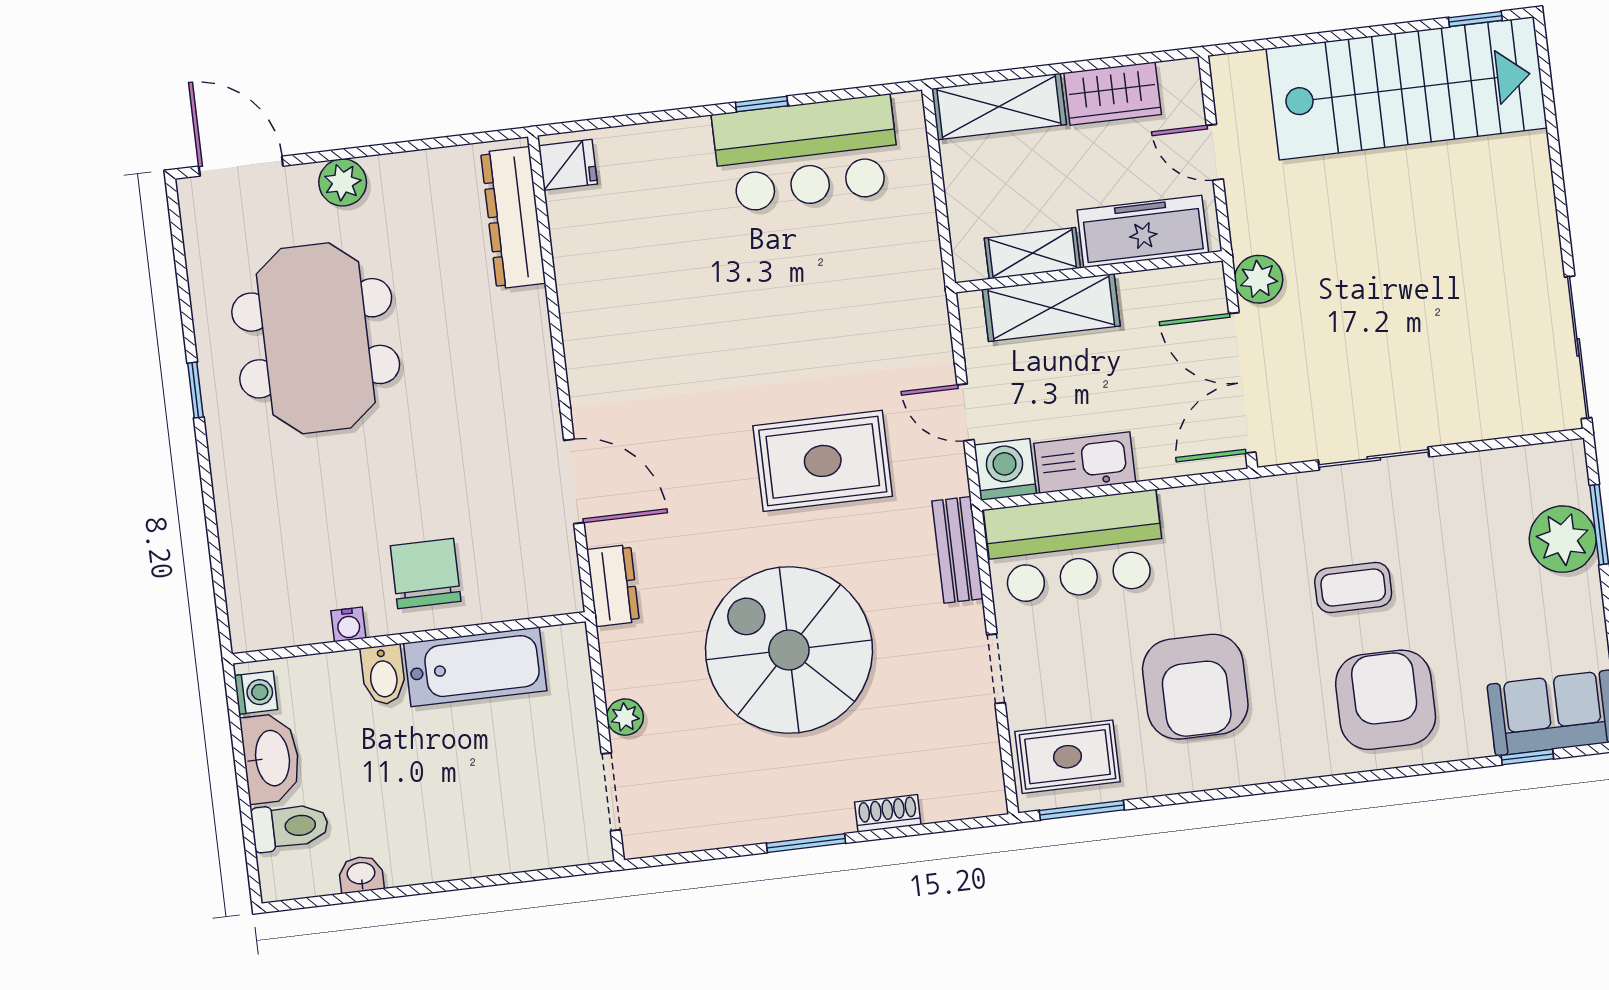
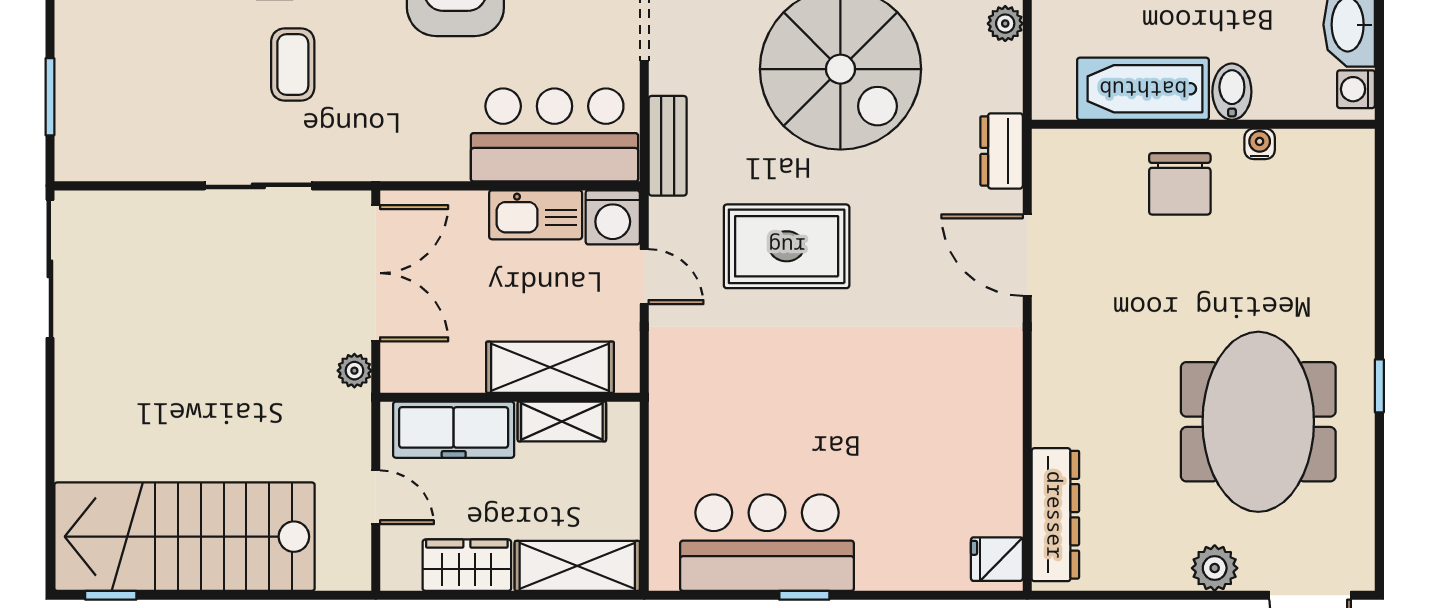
plant: (1259, 279) -> (354, 371), width x0.73, depth x0.73
plant: (1563, 539) -> (87, 87), removed
coffee table: (1353, 587) -> (293, 65), turned 90

